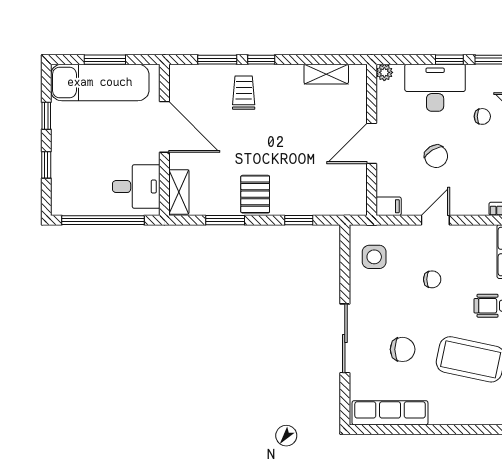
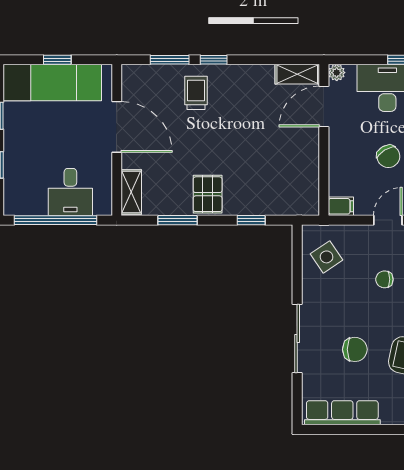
window: (105, 60) -> (57, 60), width x0.67
shelving: (326, 74) -> (297, 74), moved
door: (372, 143) -> (324, 107), moved
desk: (136, 187) -> (70, 192), moved, turned 90
side table: (374, 257) -> (326, 257), turned -34
chair: (432, 279) -> (384, 279), turned 180

